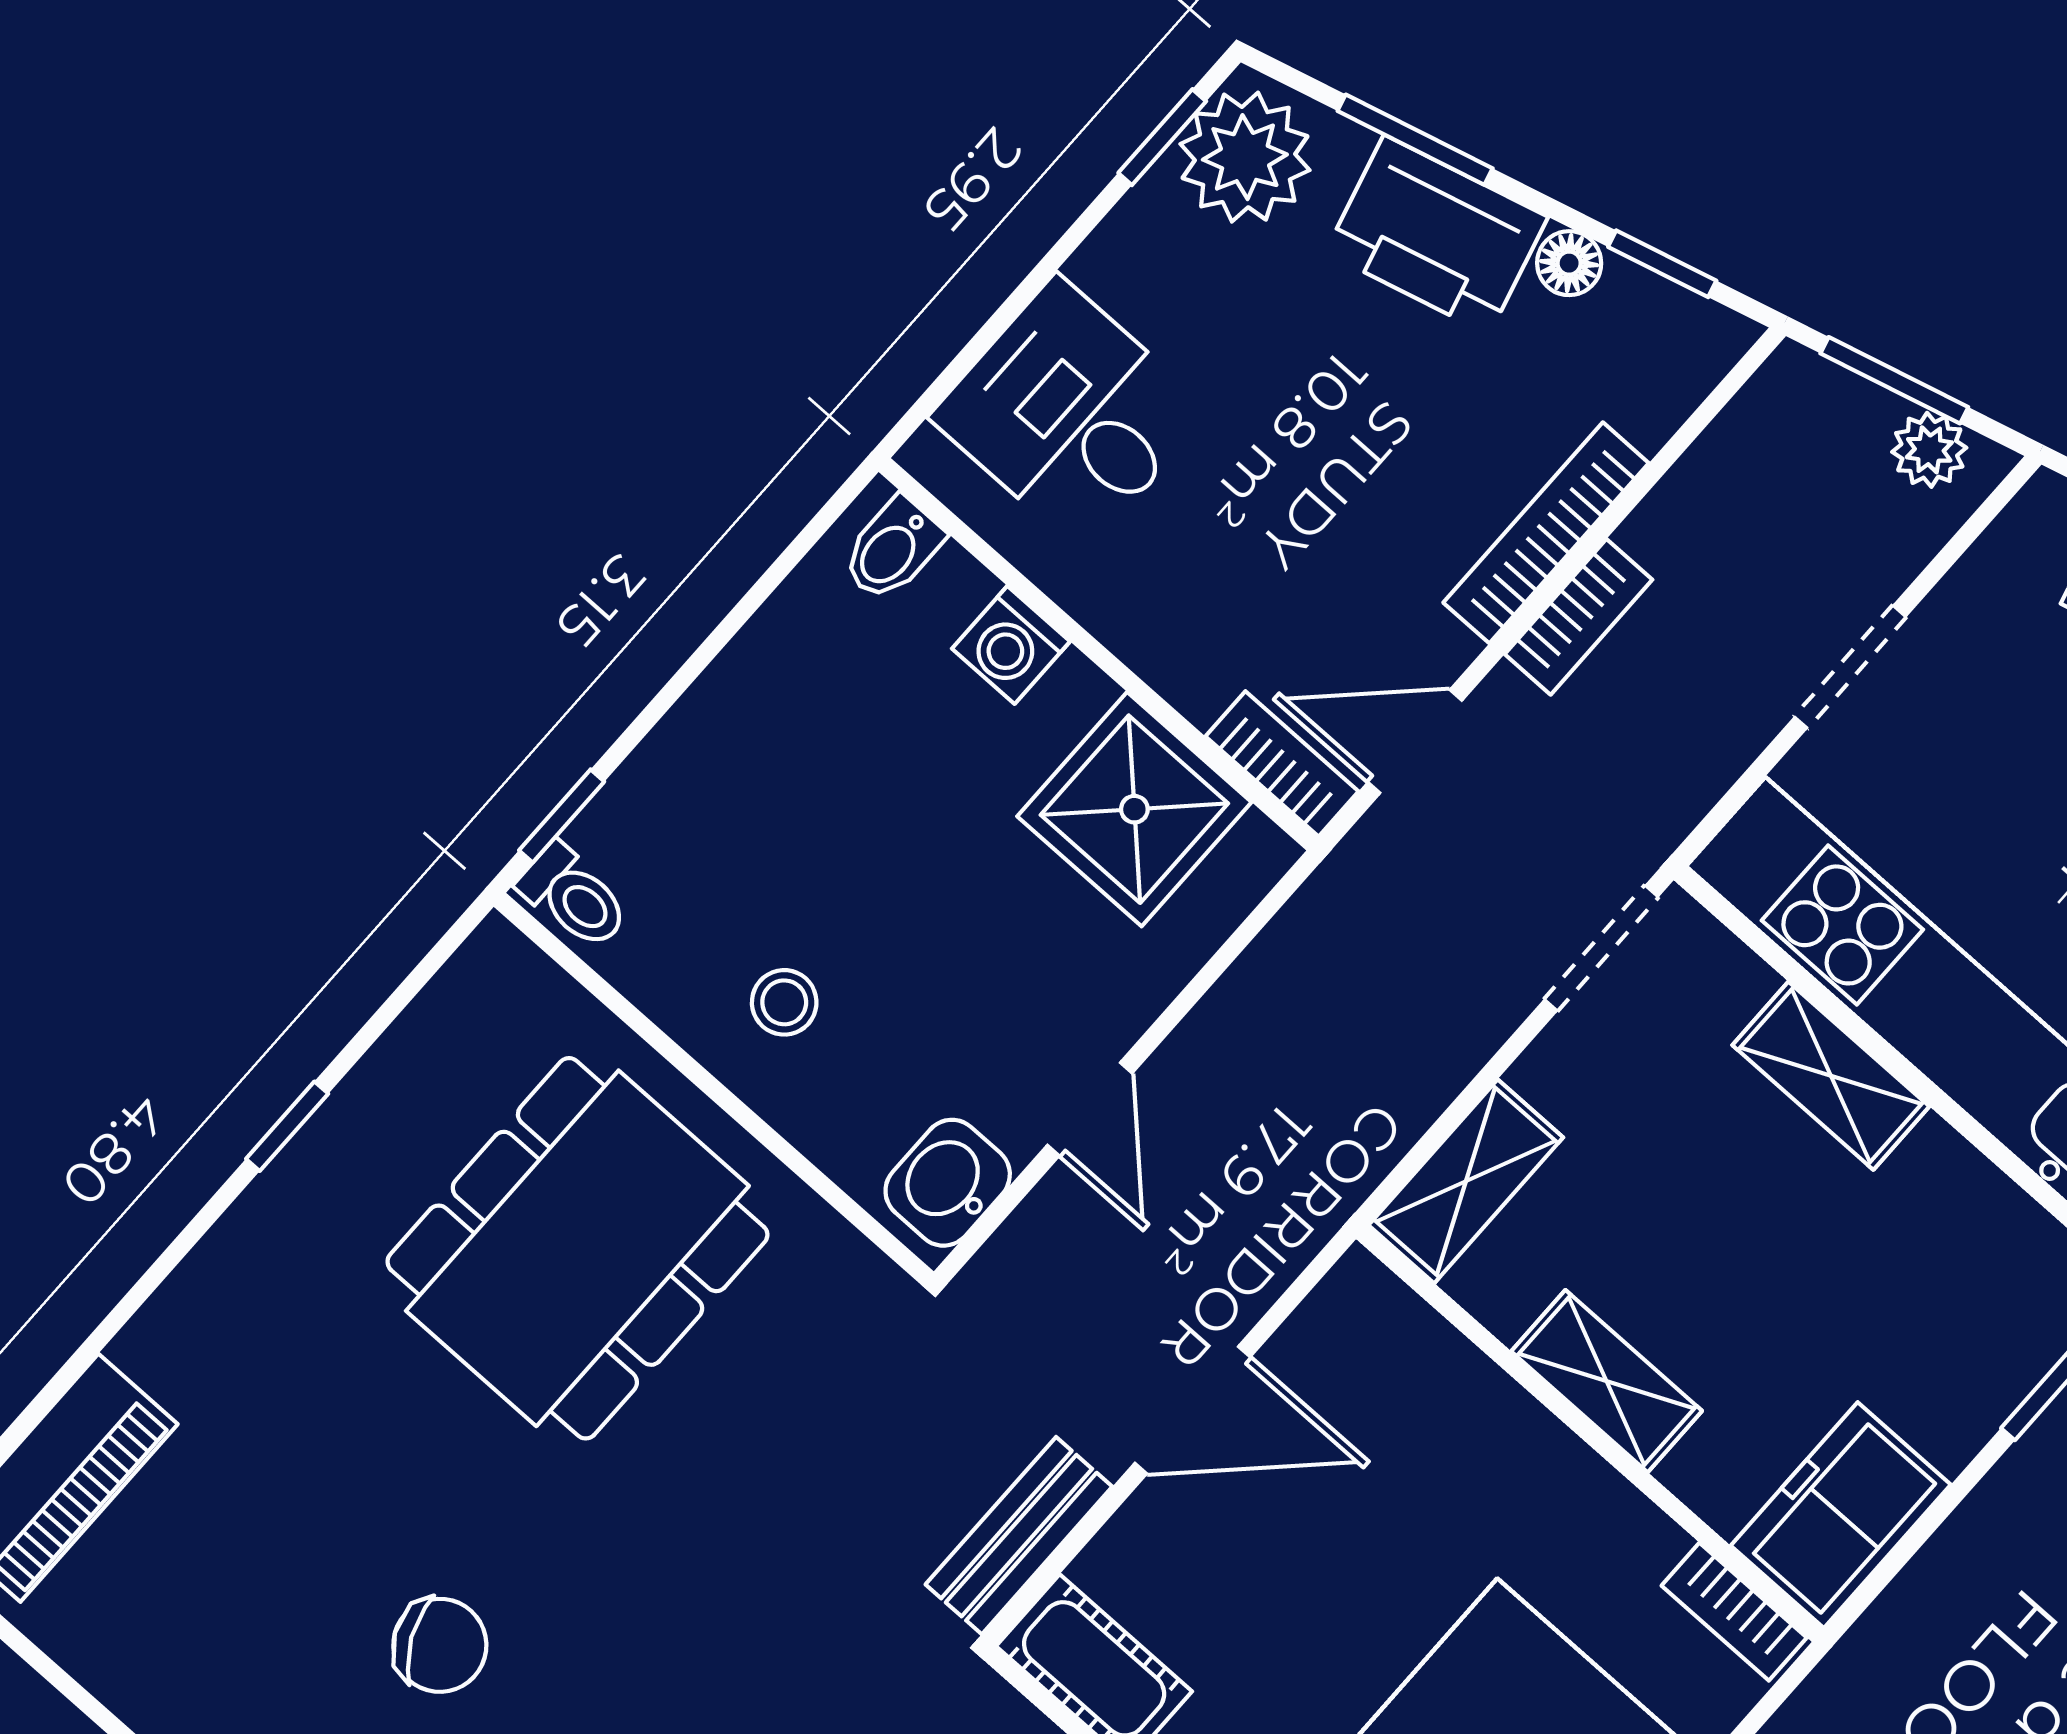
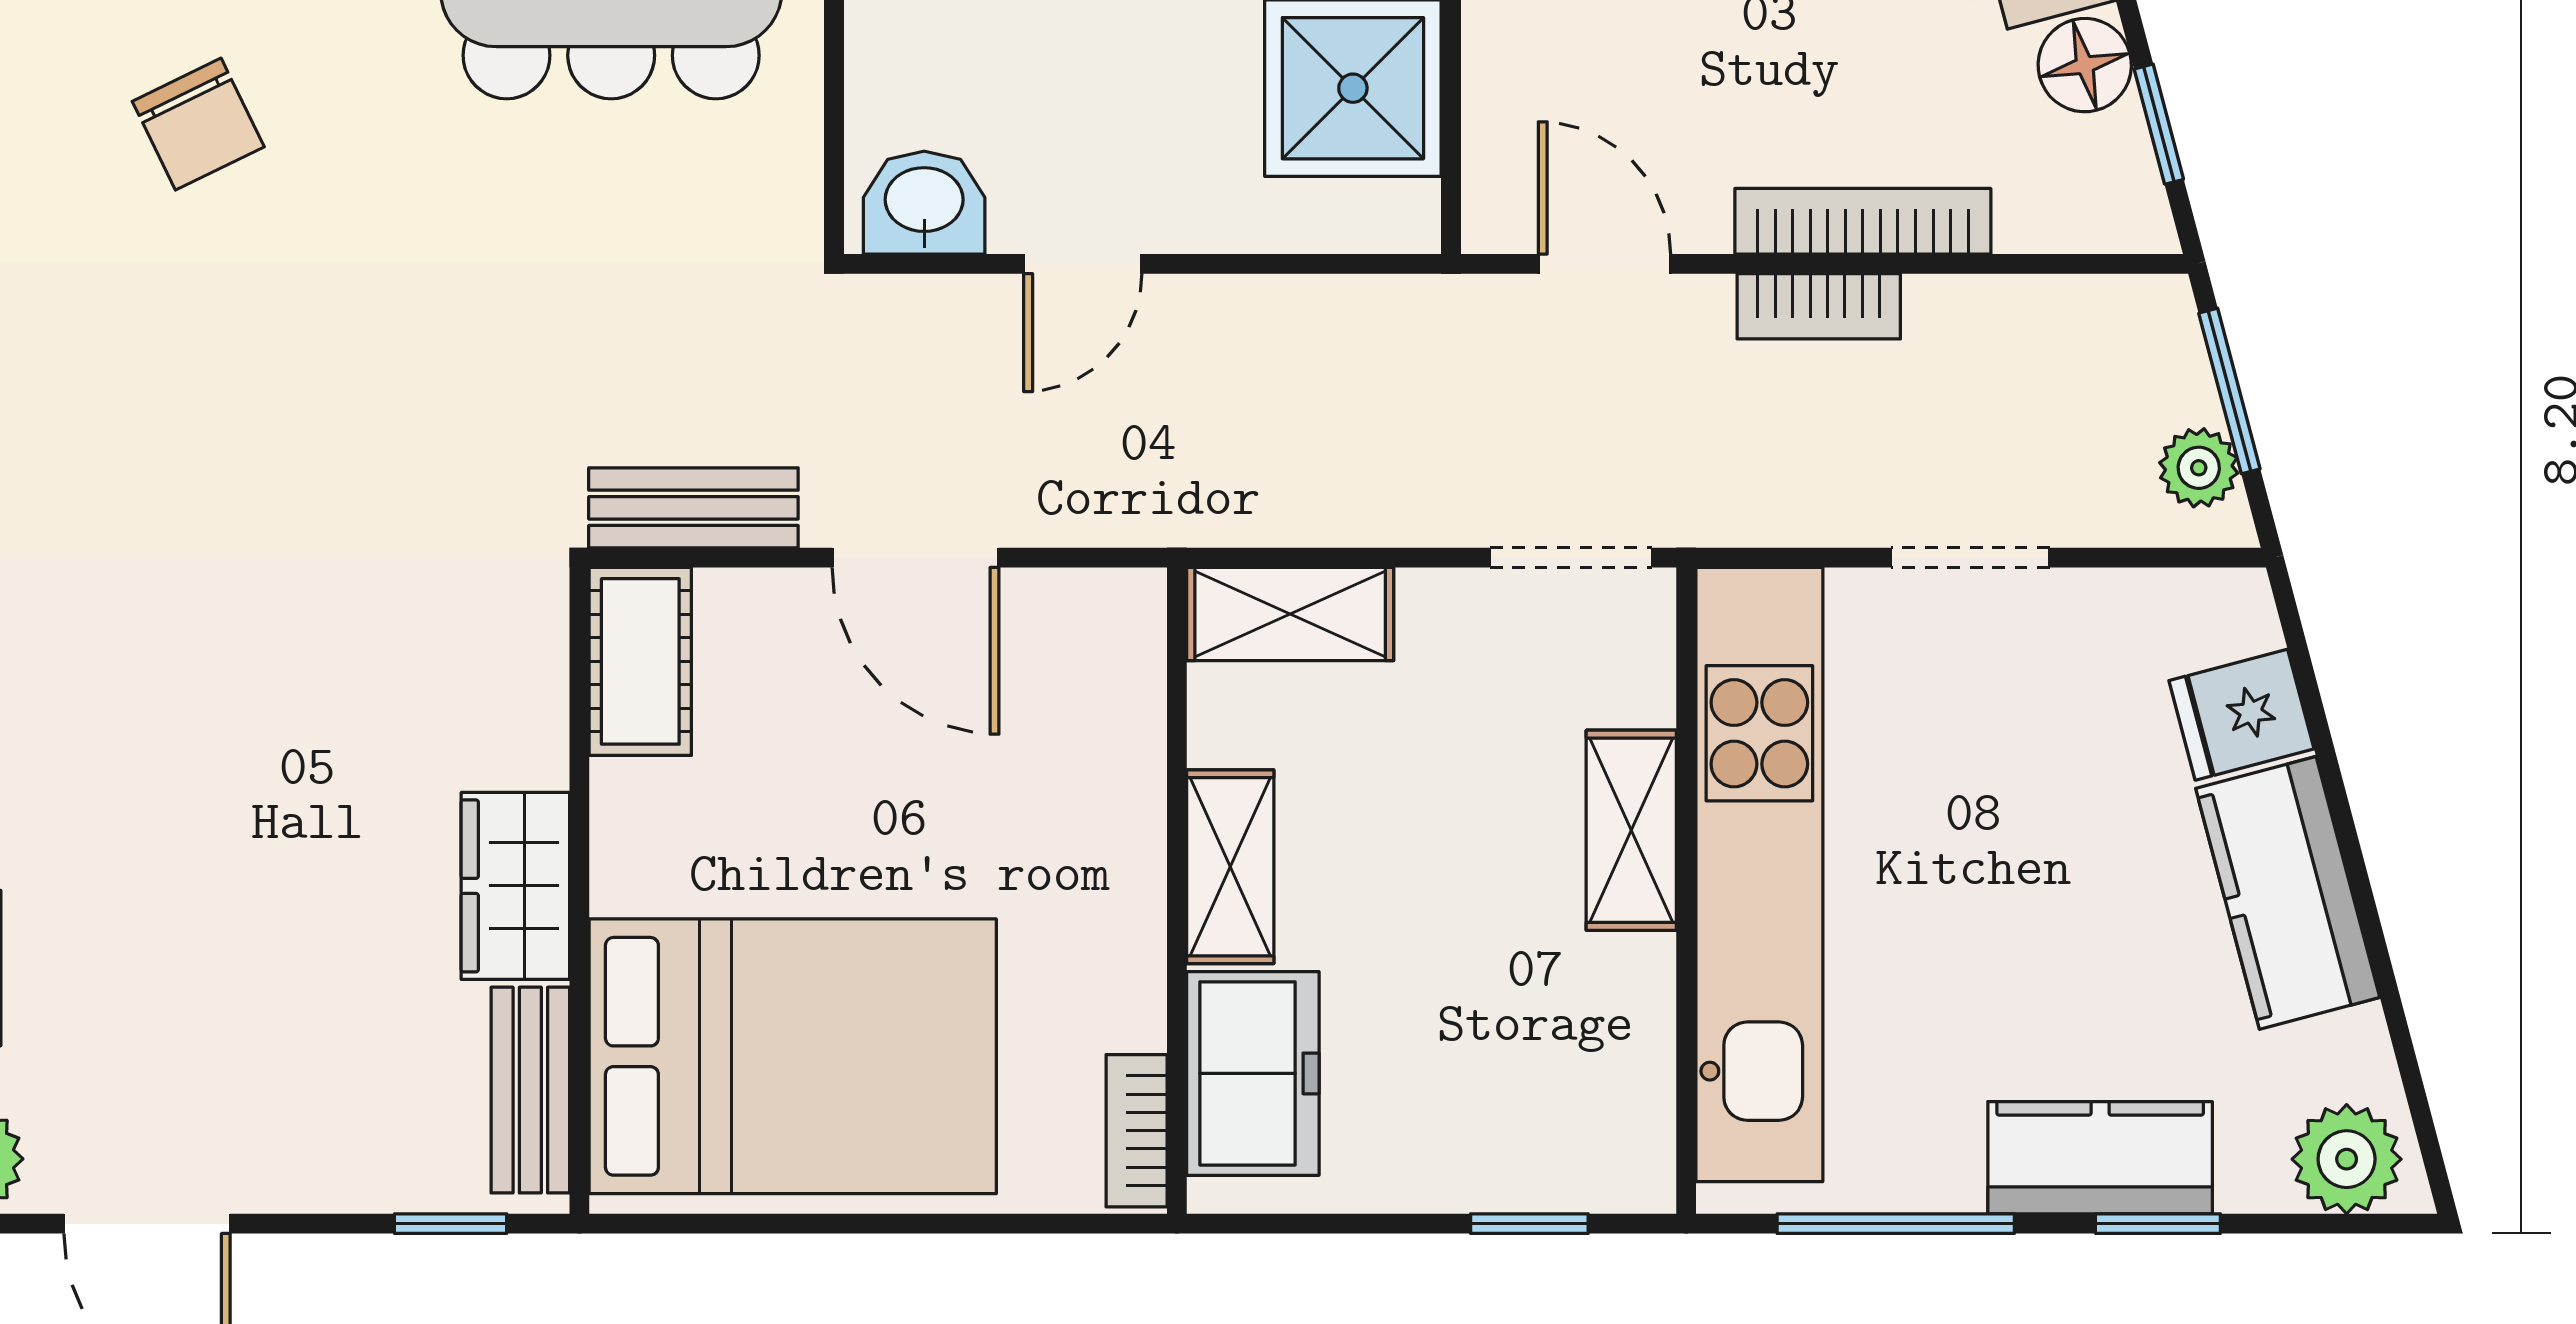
floor lamp: (1569, 263) -> (2085, 65), width x1.37, depth x1.37
bookcase: (1282, 764) -> (1493, 174), removed
freezer: (1841, 1515) -> (1253, 1073), moved, turned 90

